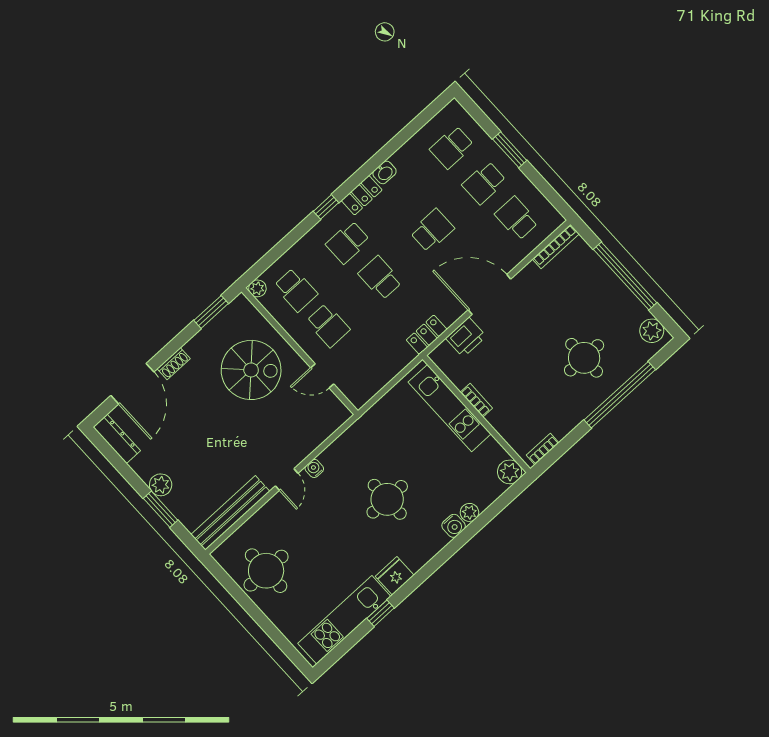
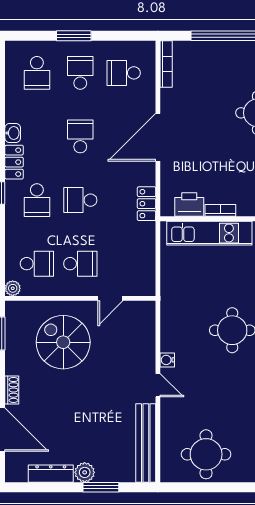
school desk: (484, 183) -> (80, 73), turned 180
printer: (466, 337) -> (189, 205), moved, turned -90
spiral stairs: (251, 370) -> (63, 342), turned -90
dresser: (117, 439) -> (51, 474), moved

